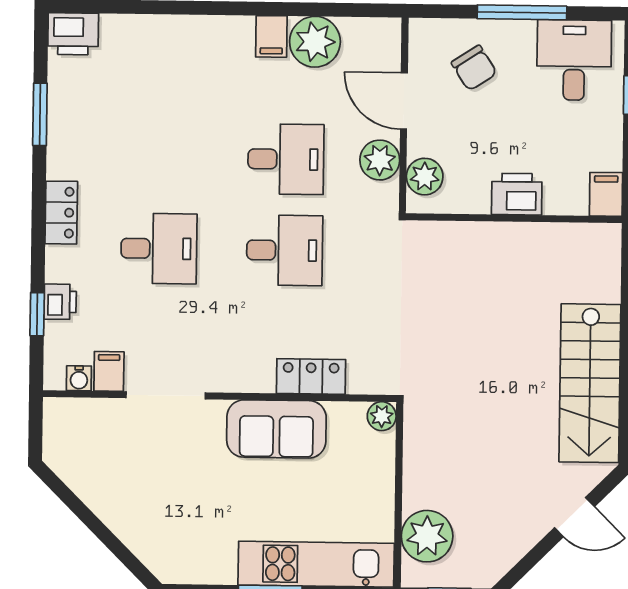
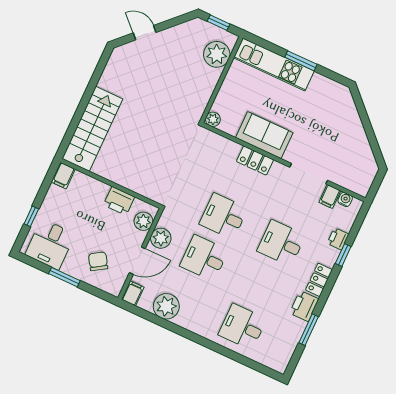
window: (522, 12) -> (64, 277), width x0.69
printer: (73, 34) -> (304, 306), moved, turned -90
filing cabinet: (271, 36) -> (133, 293), moved
desk: (161, 66) -> (242, 327), added
door: (404, 101) -> (137, 261), hinge flipped
printer: (517, 194) -> (119, 201), moved
window: (37, 314) -> (343, 255), moved
locker: (311, 376) -> (255, 160), moved
stairs: (590, 383) -> (92, 129), moved

